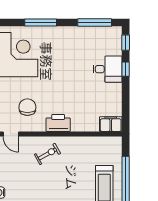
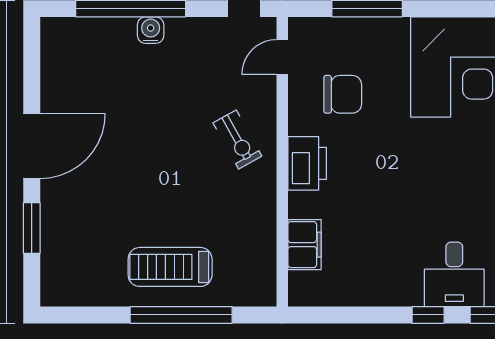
desk: (108, 69) -> (454, 274), moved
filing cabinet: (111, 124) -> (305, 245), moved

